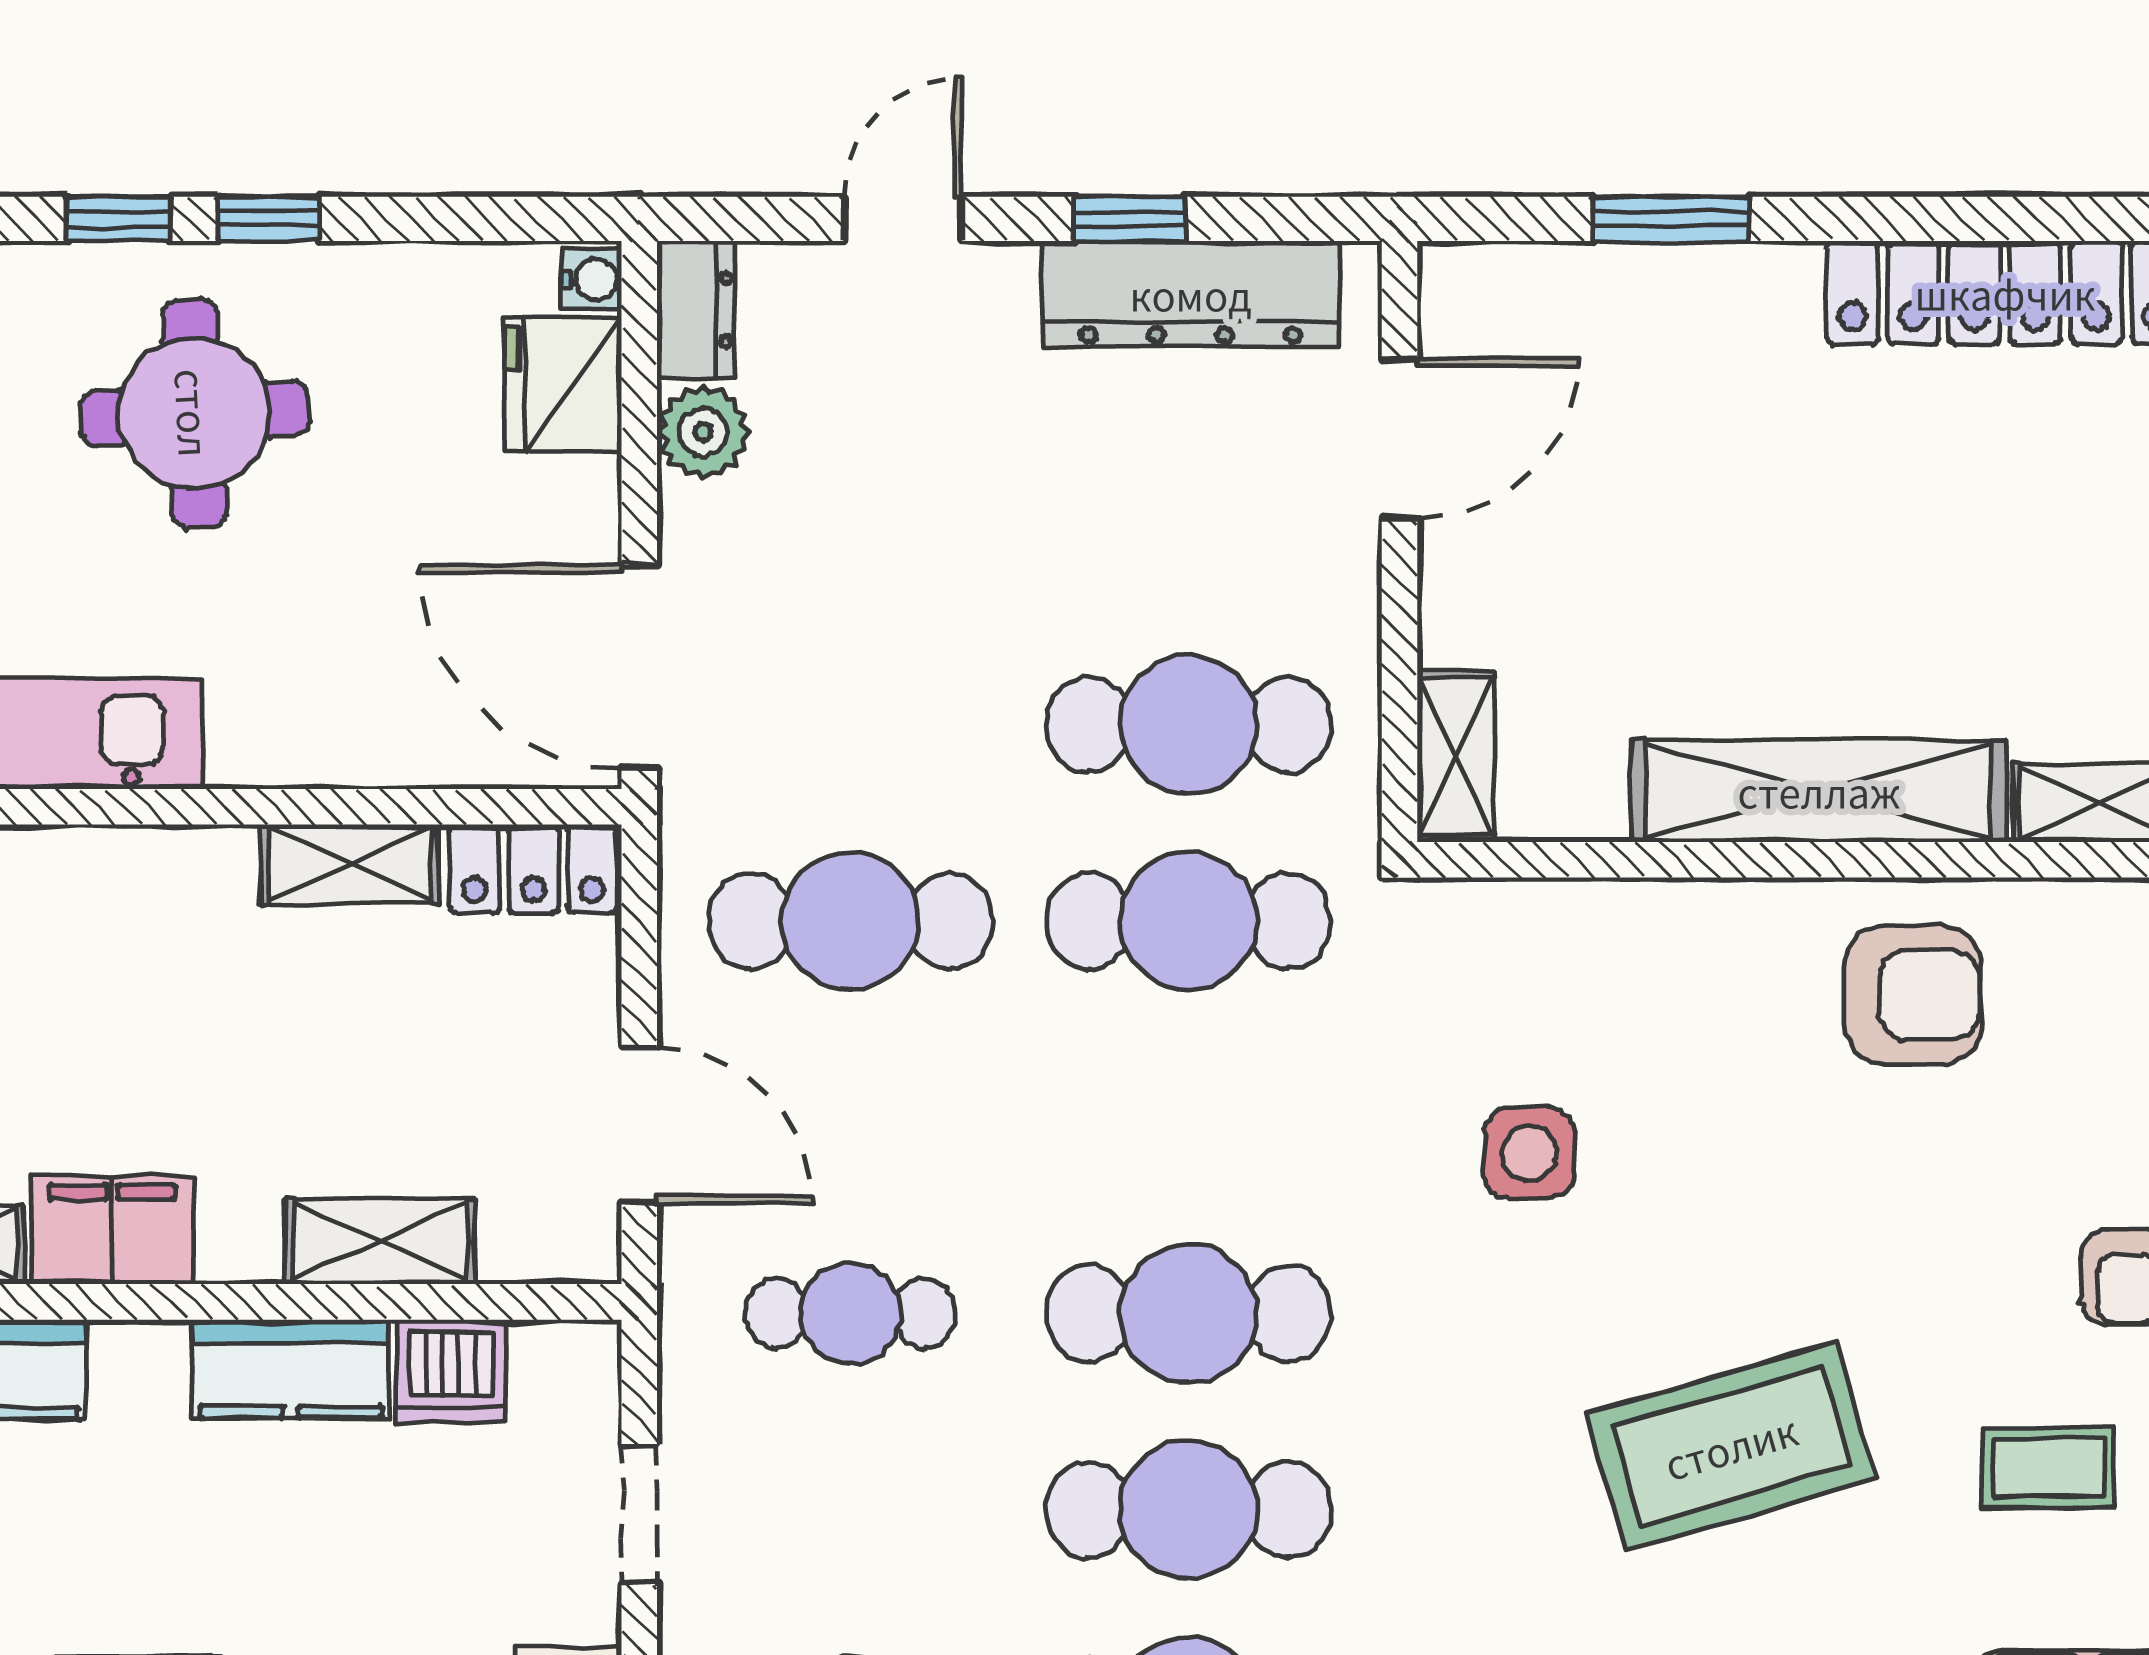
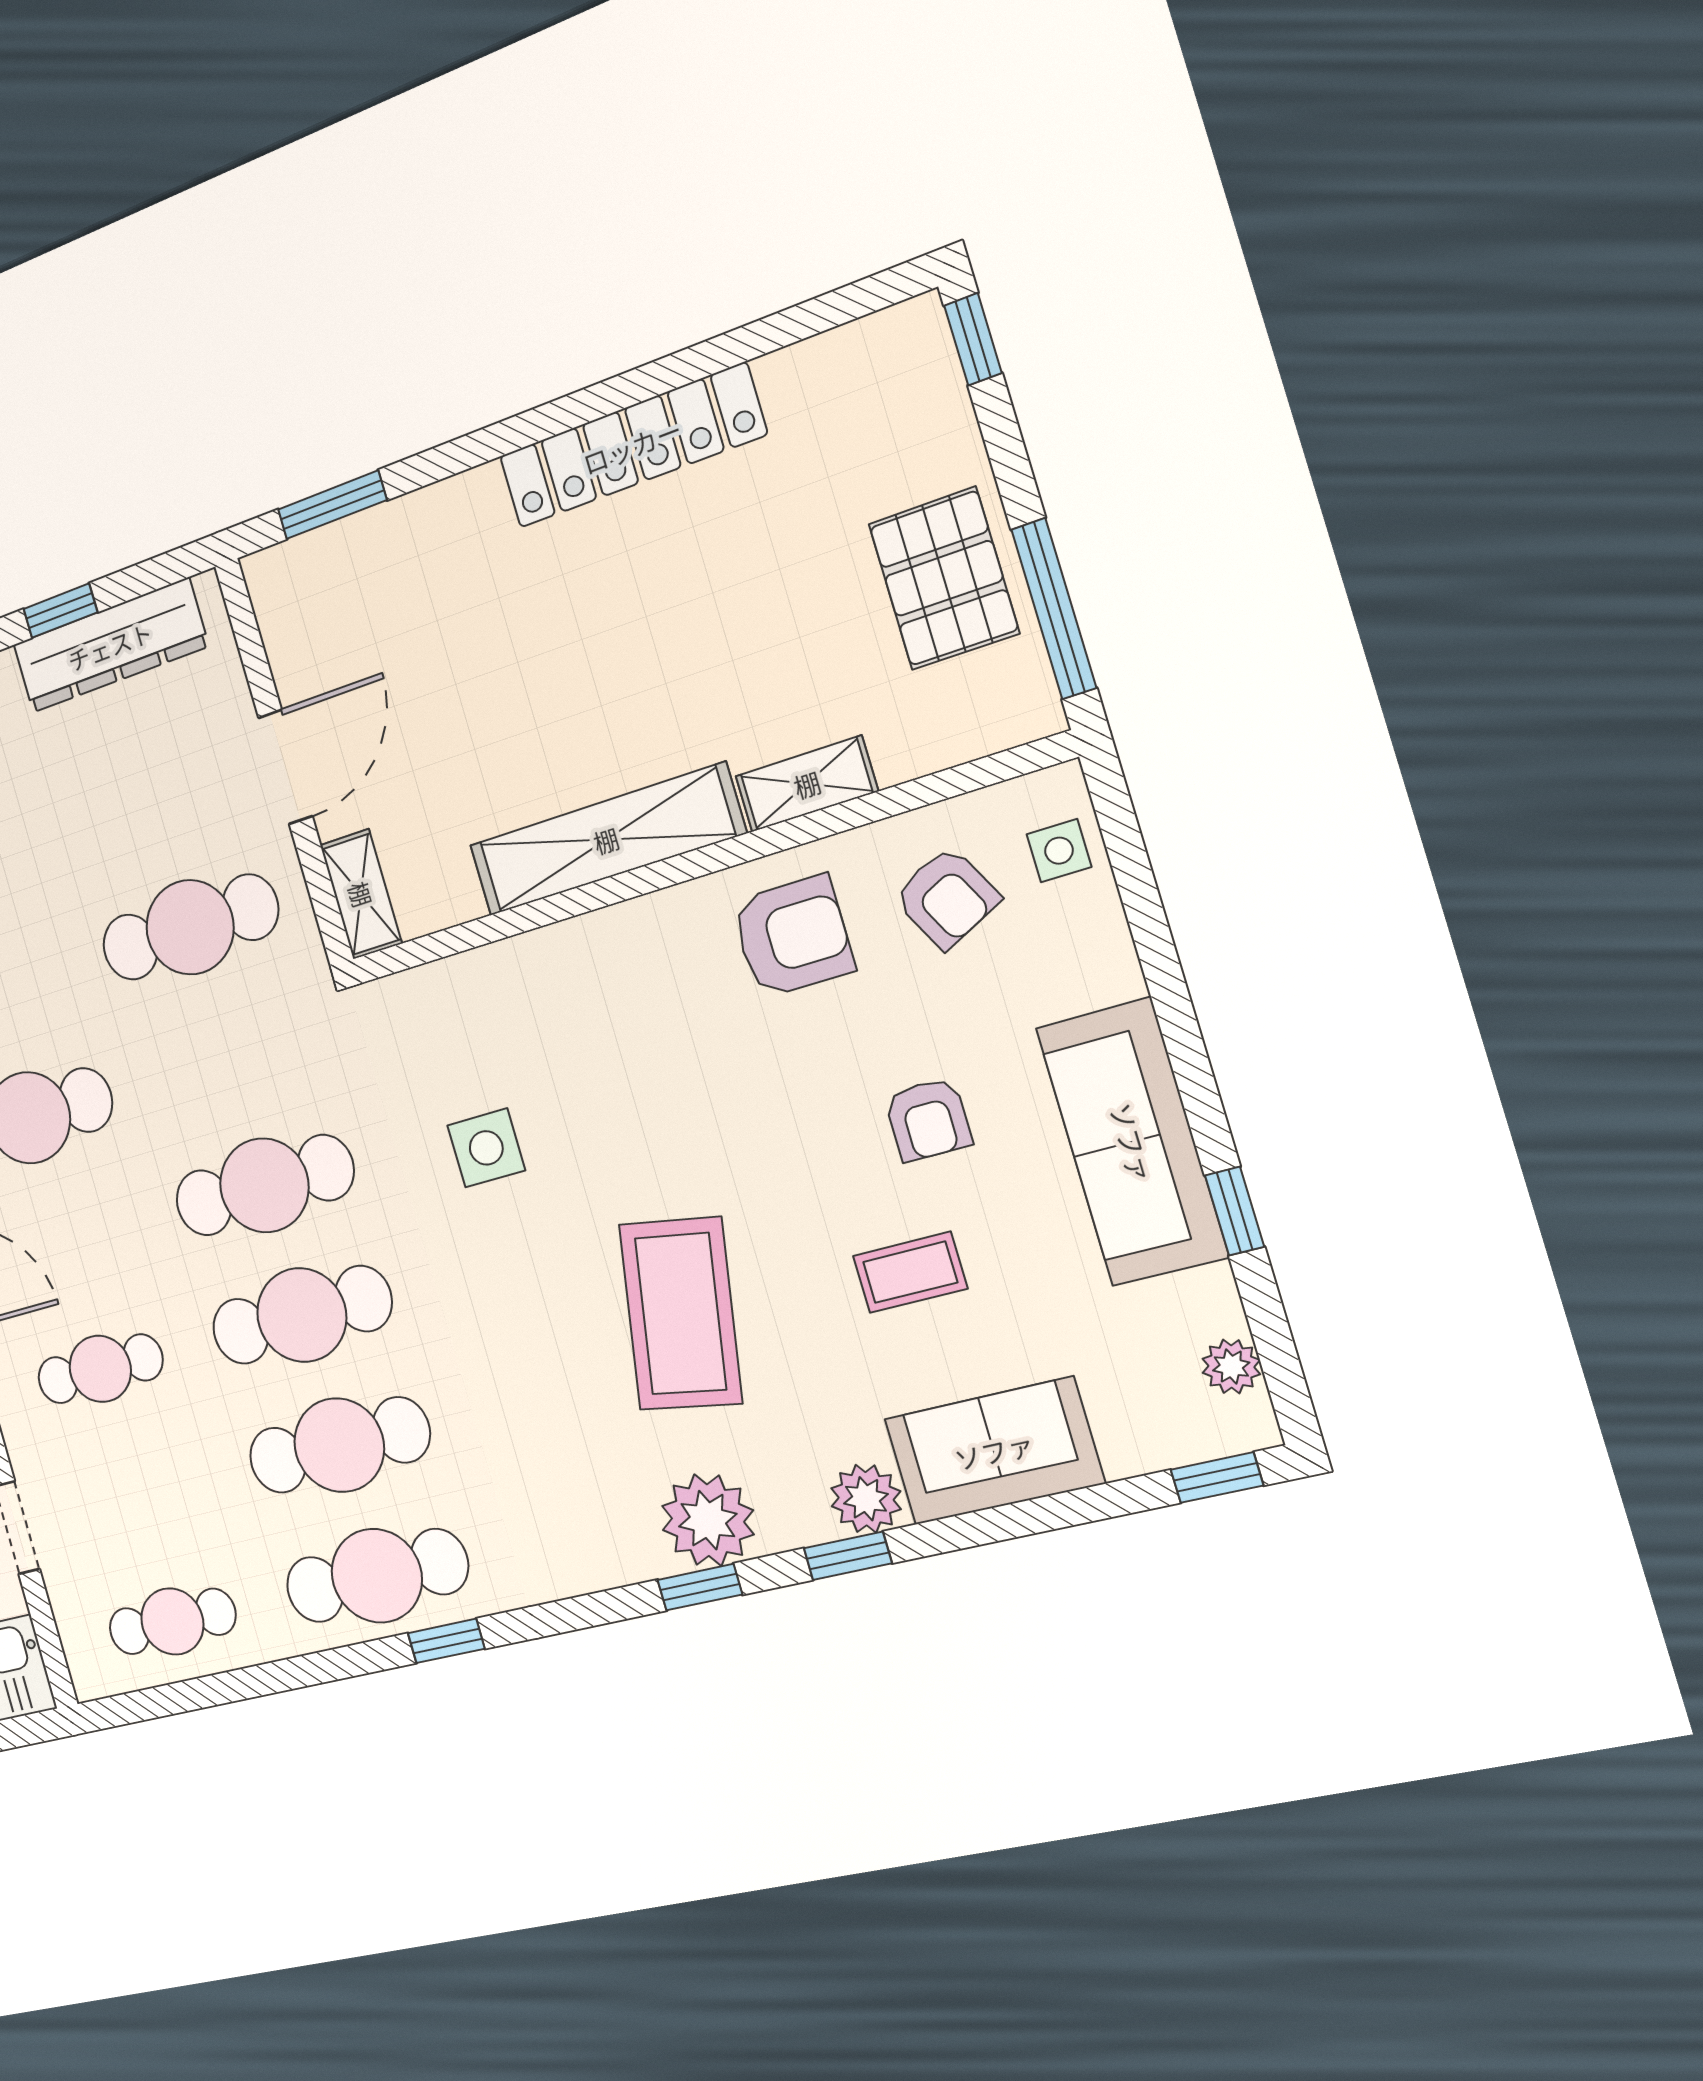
window: (1670, 219) -> (332, 505), moved
door: (1400, 438) -> (285, 767), moved
cafe table: (1188, 921) -> (264, 1185), moved
armchair: (1913, 995) -> (793, 936), moved
coffee table: (1731, 1446) -> (681, 1314), turned -64

